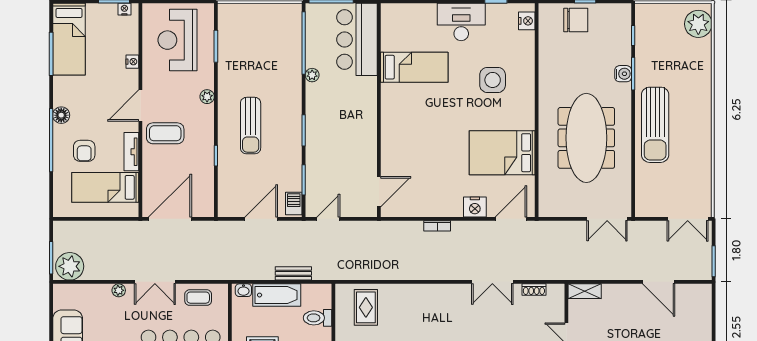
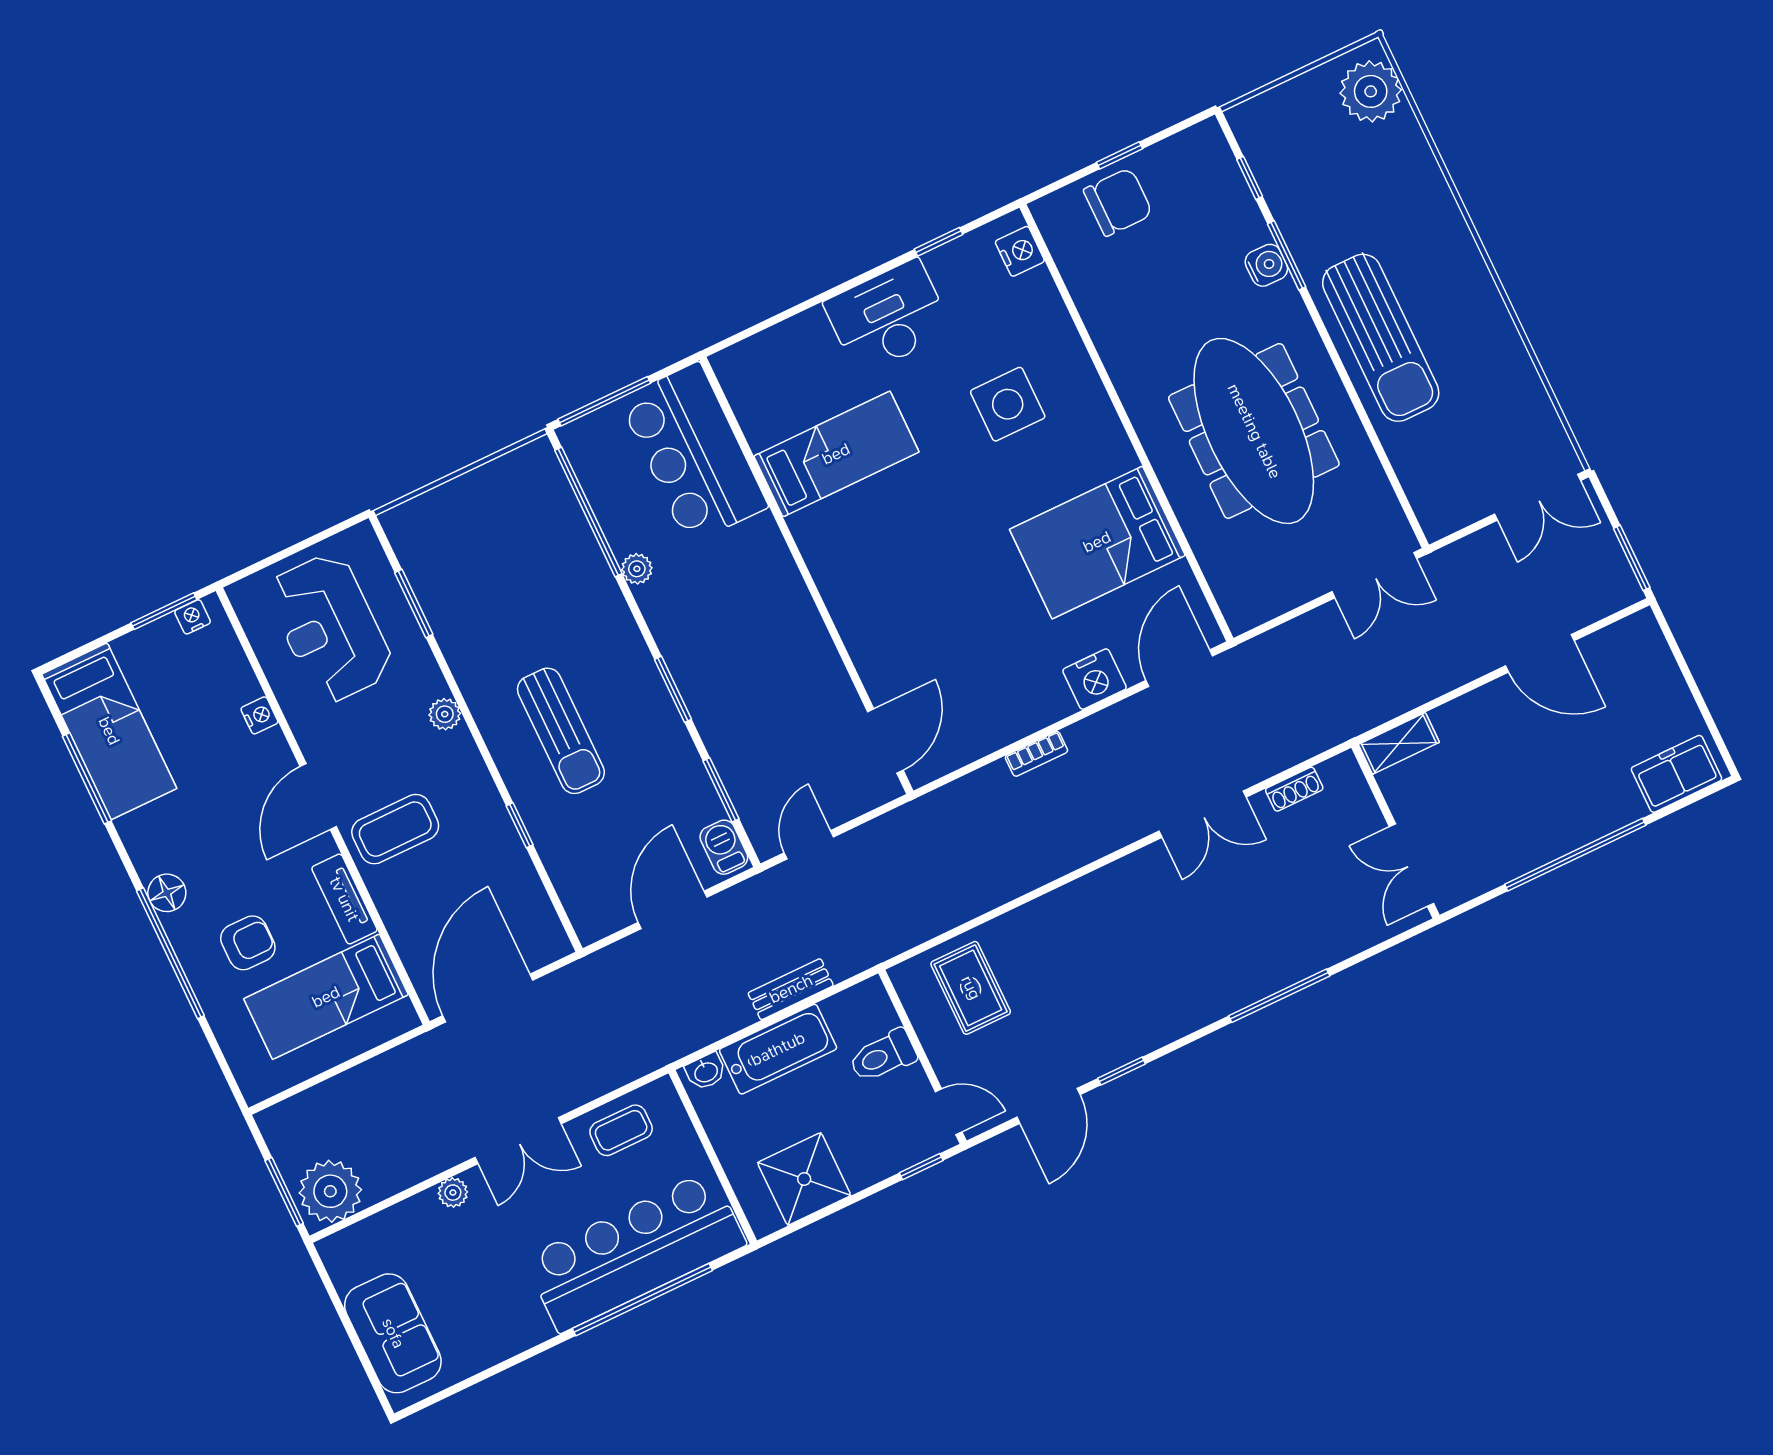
armchair: (84, 151) -> (248, 943), turned -90

